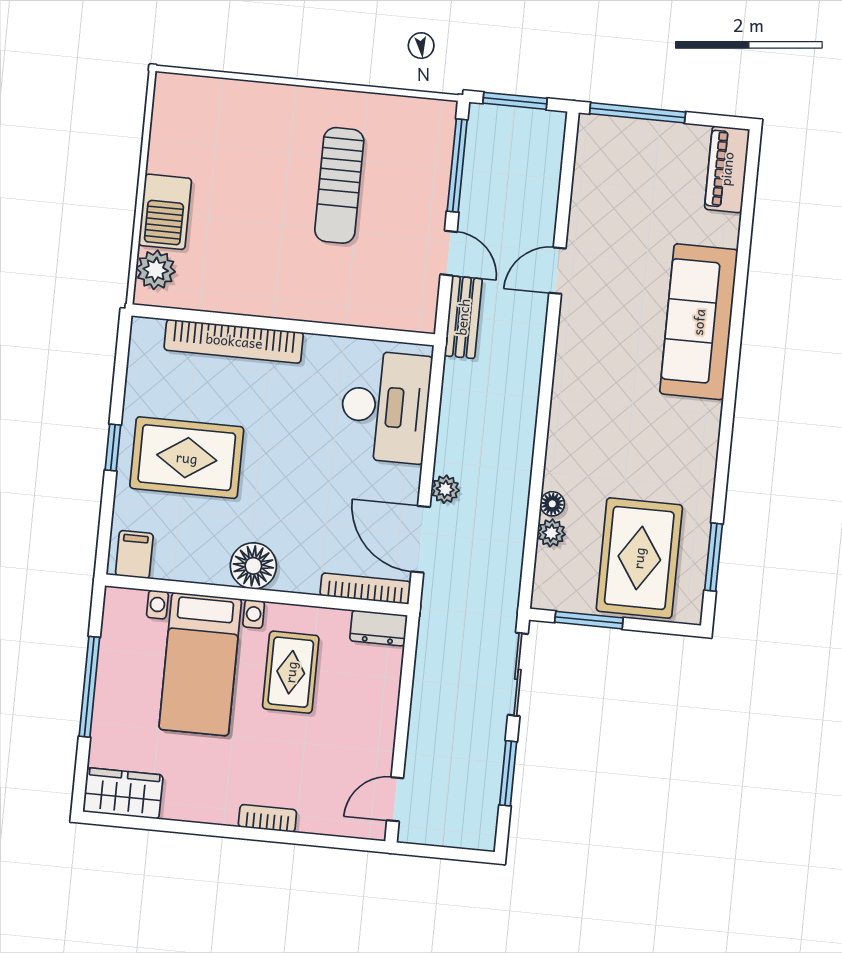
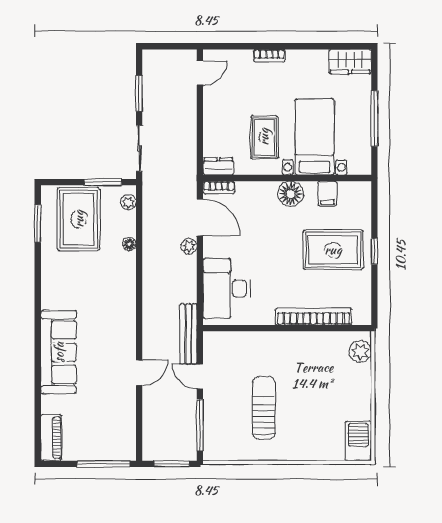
barbecue: (165, 212) -> (358, 441), moved
bench: (463, 317) -> (188, 334), width x1.36
plant: (551, 533) -> (128, 202), moved
filing cabinet: (134, 555) -> (327, 194), moved
bookcase: (365, 588) -> (219, 187), width x0.64

